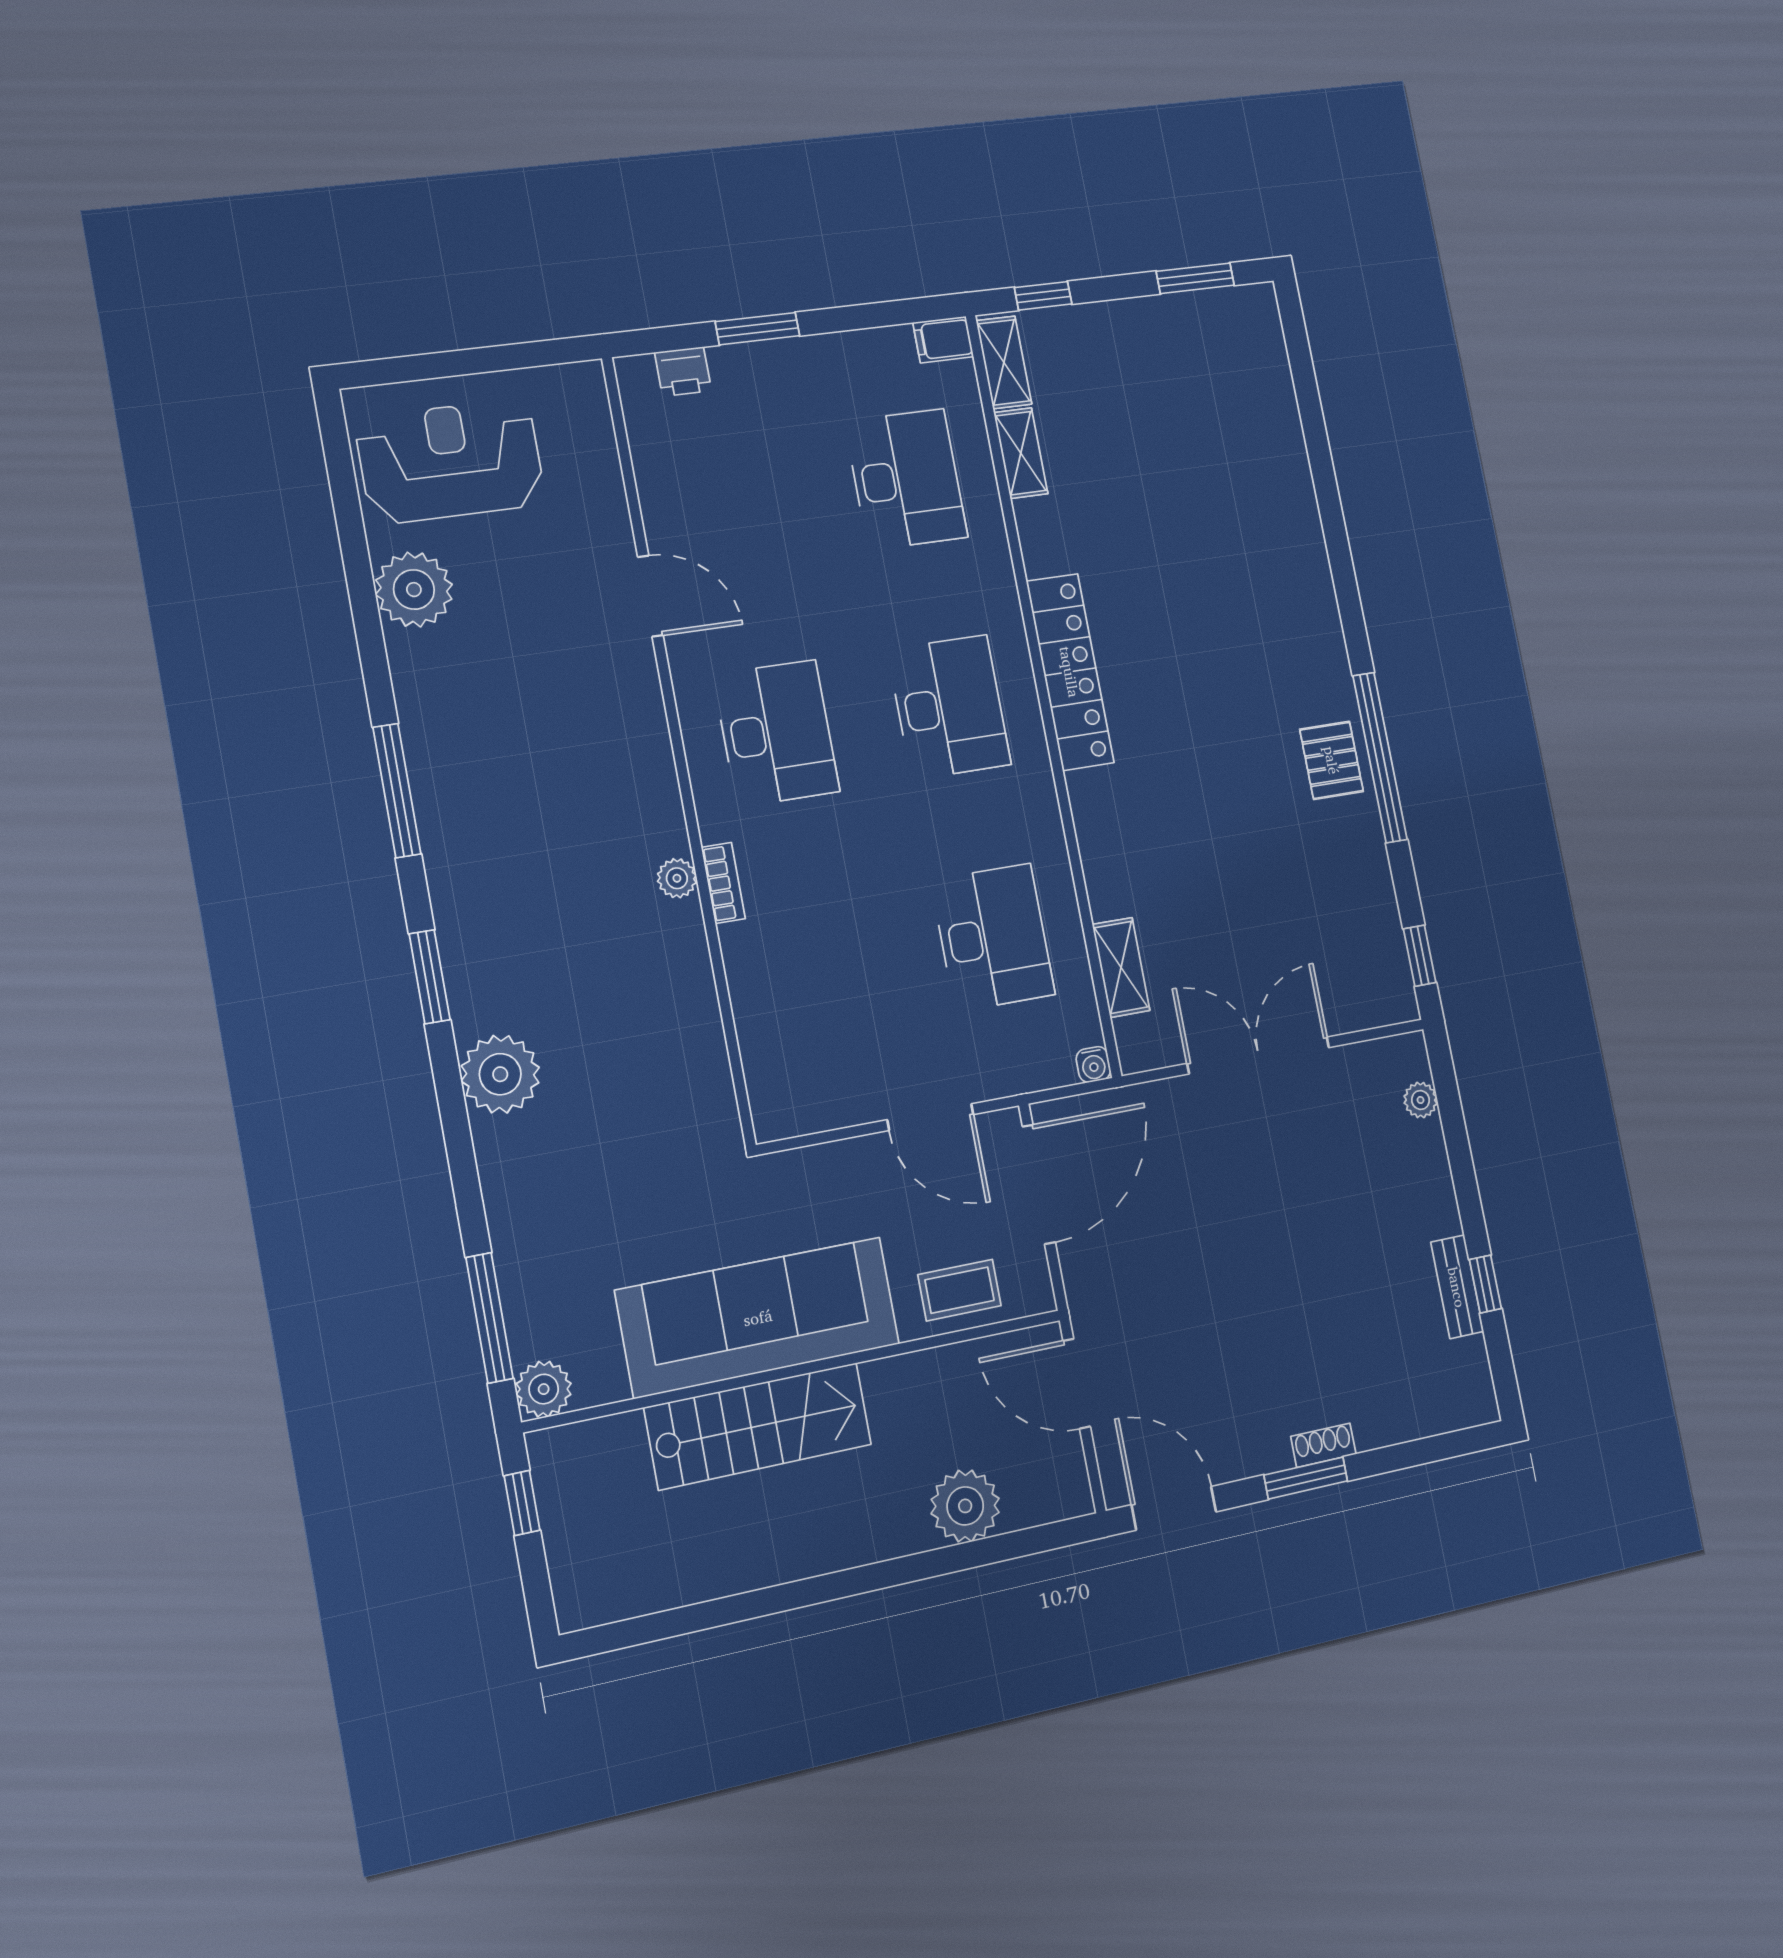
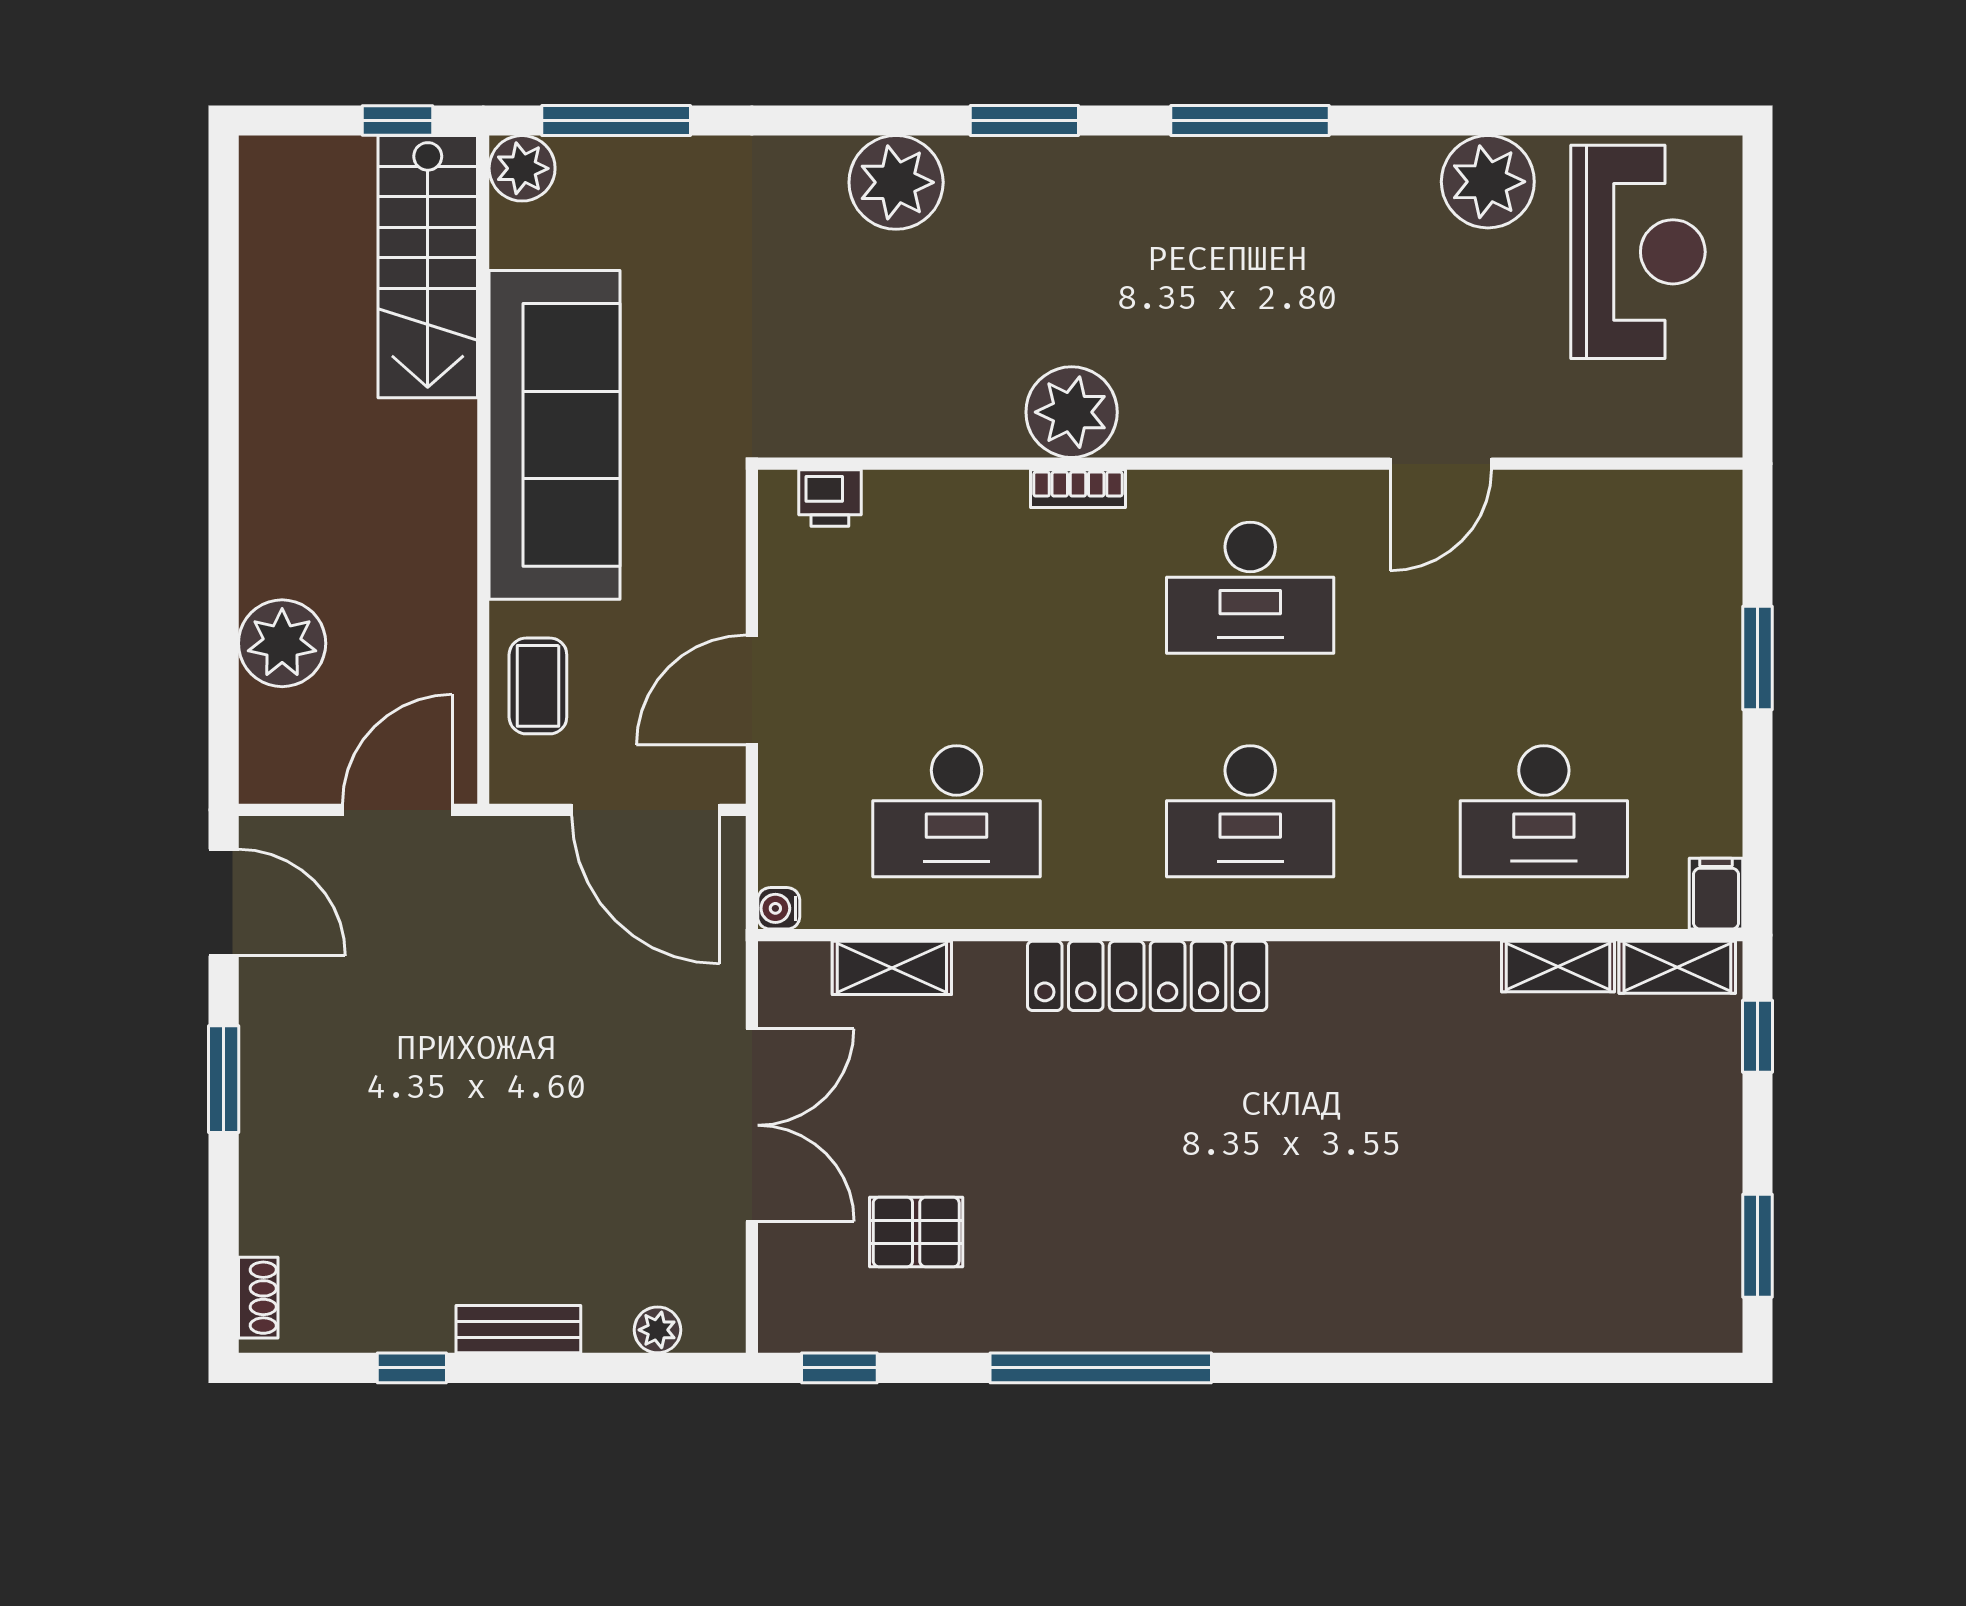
printer: (683, 372) -> (830, 498), moved, turned -90
locker: (1070, 672) -> (1147, 976), moved
pallet: (1332, 760) -> (916, 1232), moved
plant: (677, 878) -> (1072, 412), width x1.88, depth x1.88
bench: (1457, 1287) -> (518, 1329), moved
stairs: (758, 1426) -> (428, 267), moved
shoe rack: (1323, 1445) -> (258, 1298), moved
door: (1174, 1508) -> (224, 903), hinge flipped

